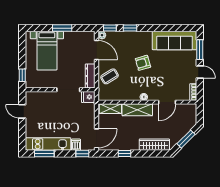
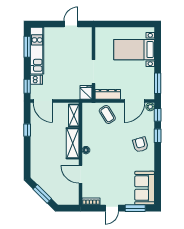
window: (62, 28) -> (158, 83), moved
sofa: (175, 41) -> (145, 188), width x0.73
armchair: (143, 63) -> (141, 145), moved
window: (22, 75) -> (108, 24), removed
wardrobe: (154, 145) -> (36, 161), removed

